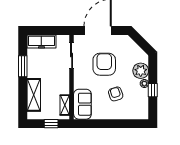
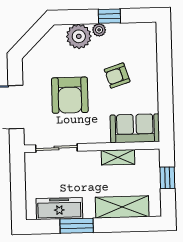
freezer: (41, 41) -> (59, 209), moved, turned -90
armchair: (104, 64) -> (70, 95), turned -90
shelving: (65, 105) -> (118, 157), moved

